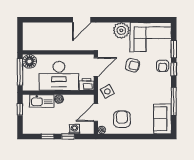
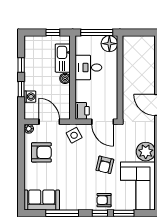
desk: (59, 76) -> (88, 68), width x0.53, depth x0.77

